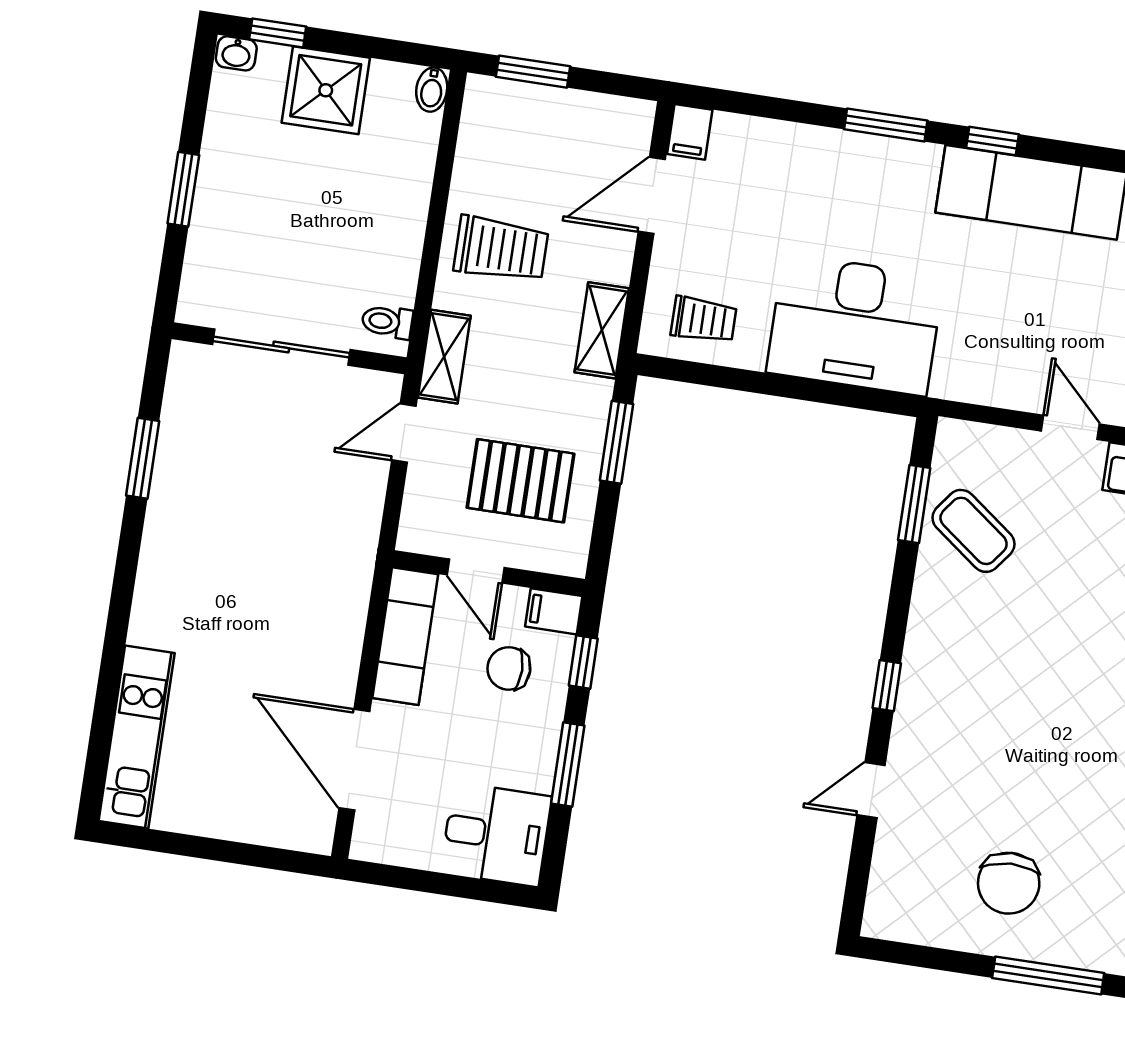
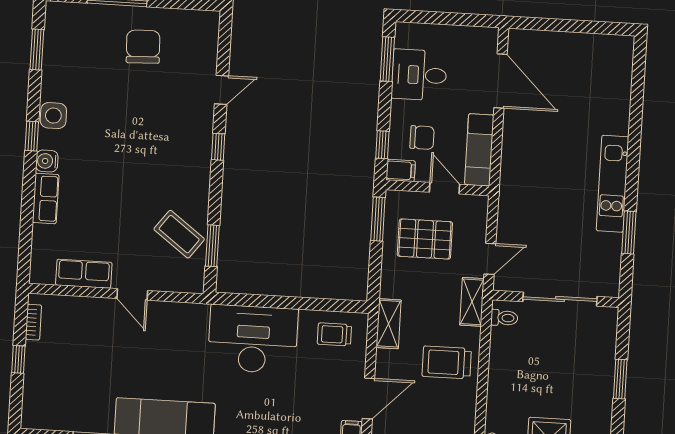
window: (616, 442) -> (378, 219), moved
kitchen unit: (137, 737) -> (613, 184), moved
window: (568, 765) -> (387, 59), moved
desk: (496, 835) -> (419, 75), moved

